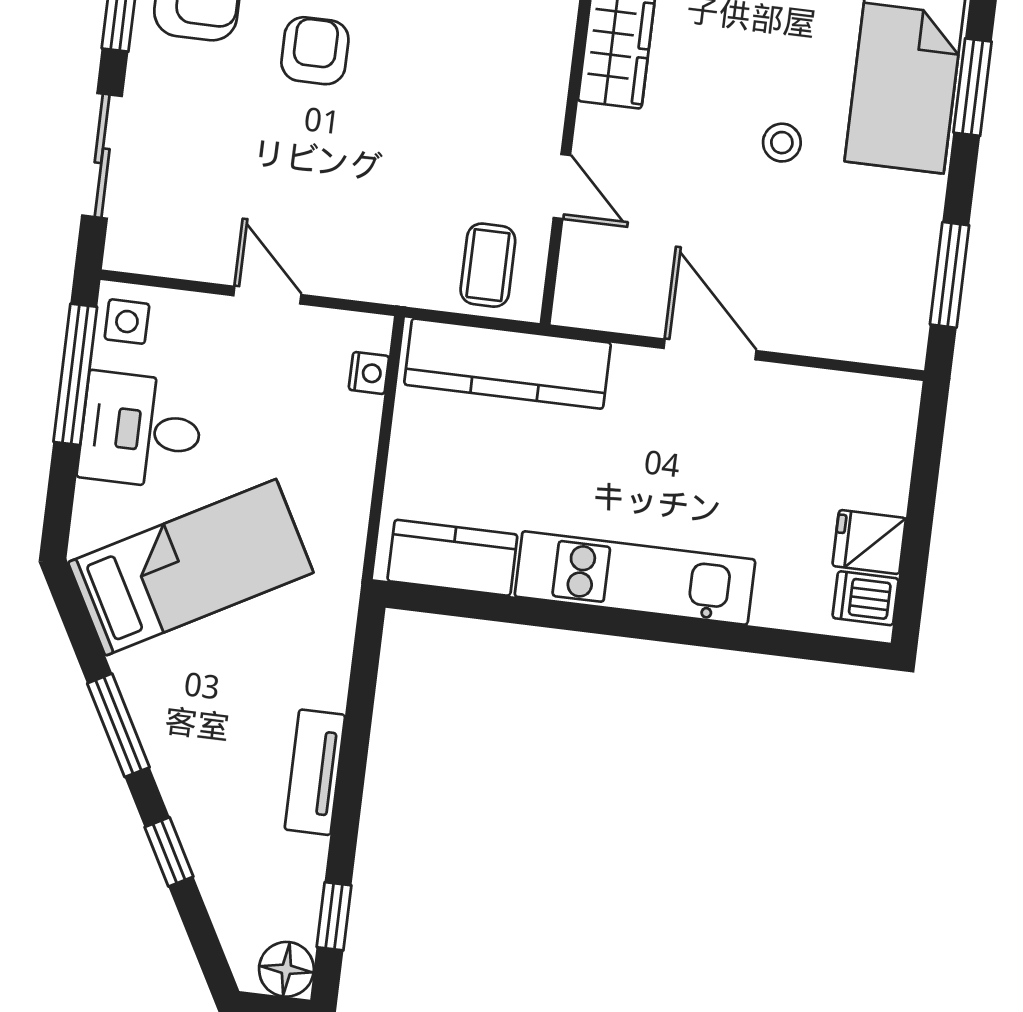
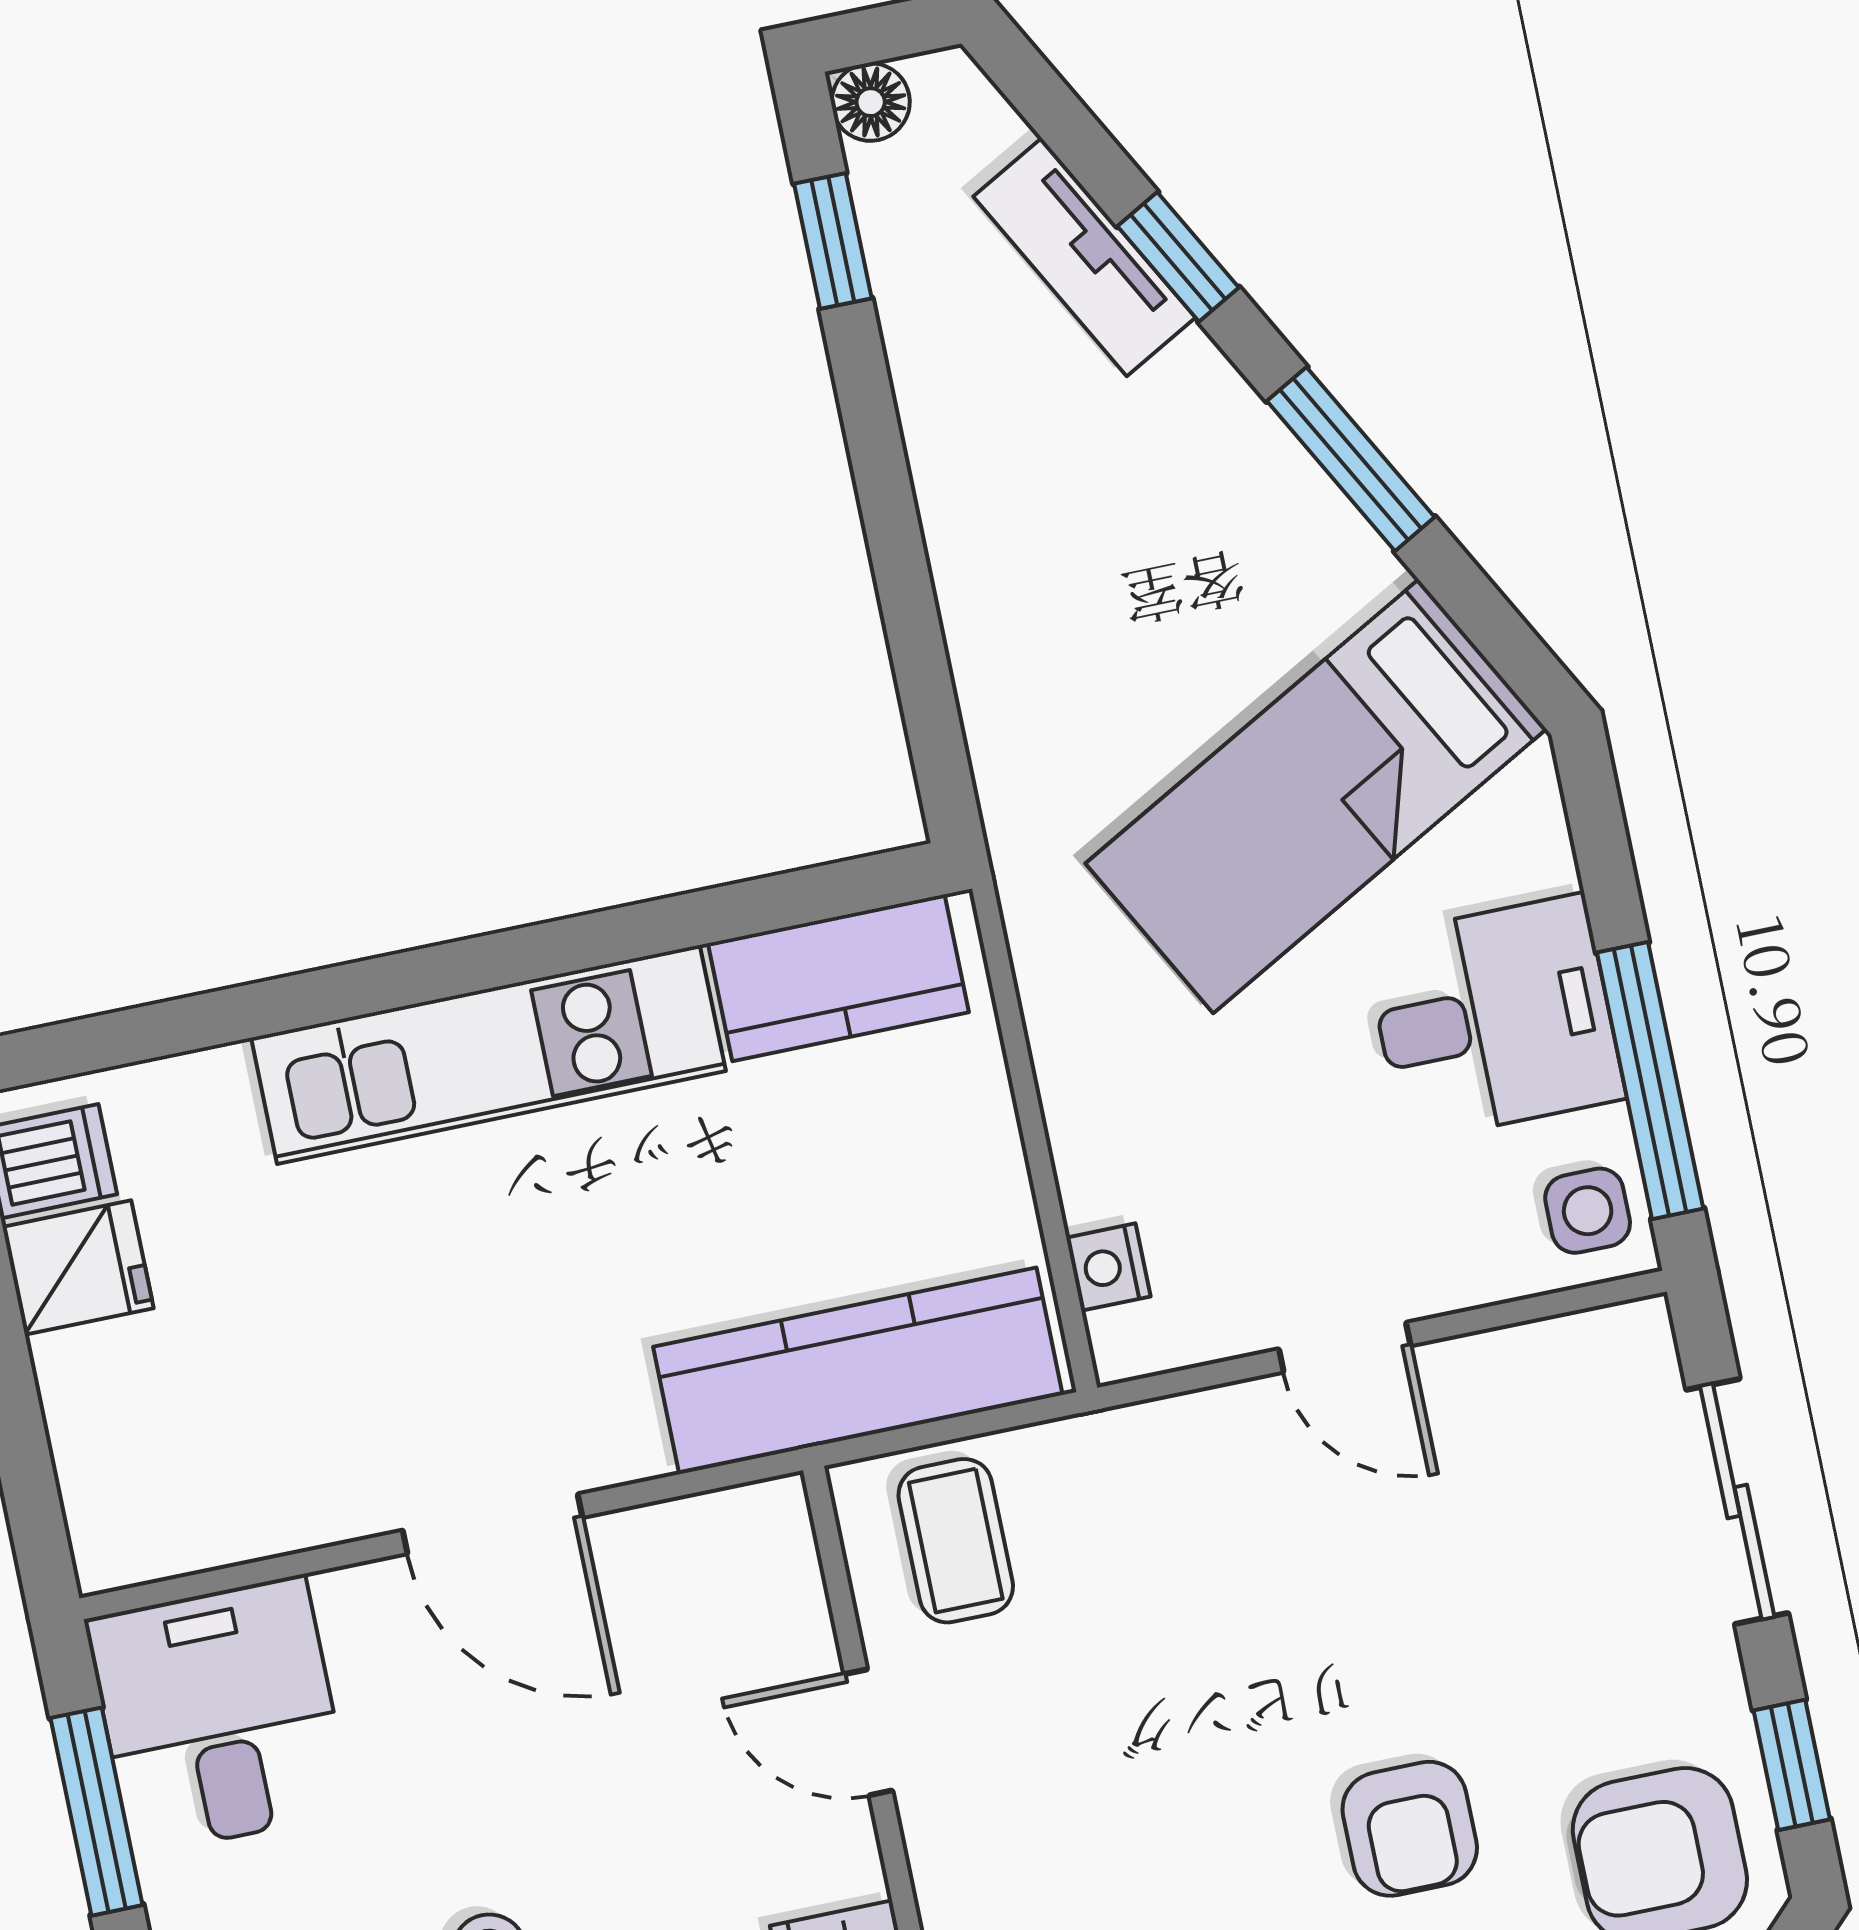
desk: (874, 301) -> (219, 1716), added
tv unit: (315, 772) -> (1084, 257), moved, turned 151
floor lamp: (286, 969) -> (871, 102), width x0.73, depth x0.73

